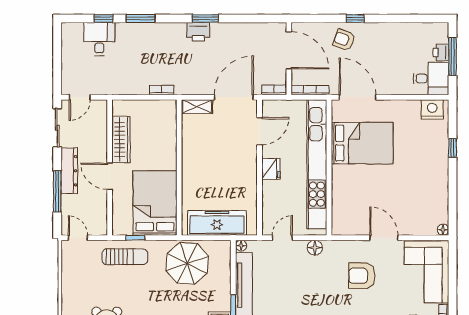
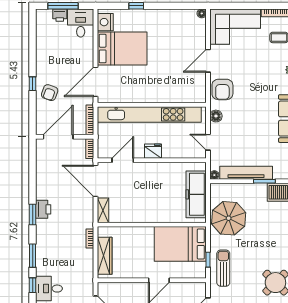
window: (205, 18) -> (33, 215), moved
door: (259, 131) -> (123, 160), hinge flipped
wardrobe: (121, 139) -> (105, 256), moved, turned 90
bed: (362, 143) -> (122, 49), moved, turned 90
armchair: (362, 276) -> (222, 89), moved

